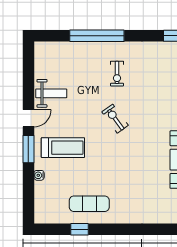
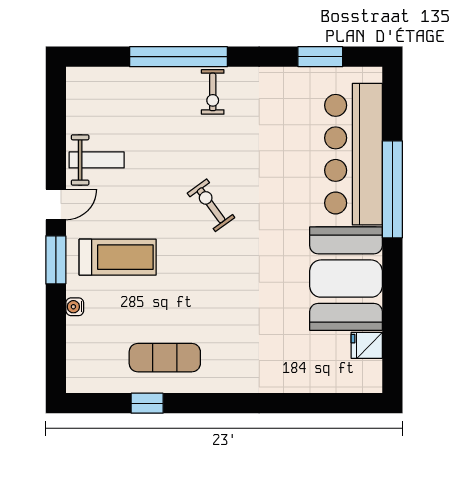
exercise bike: (117, 74) -> (213, 92), moved

